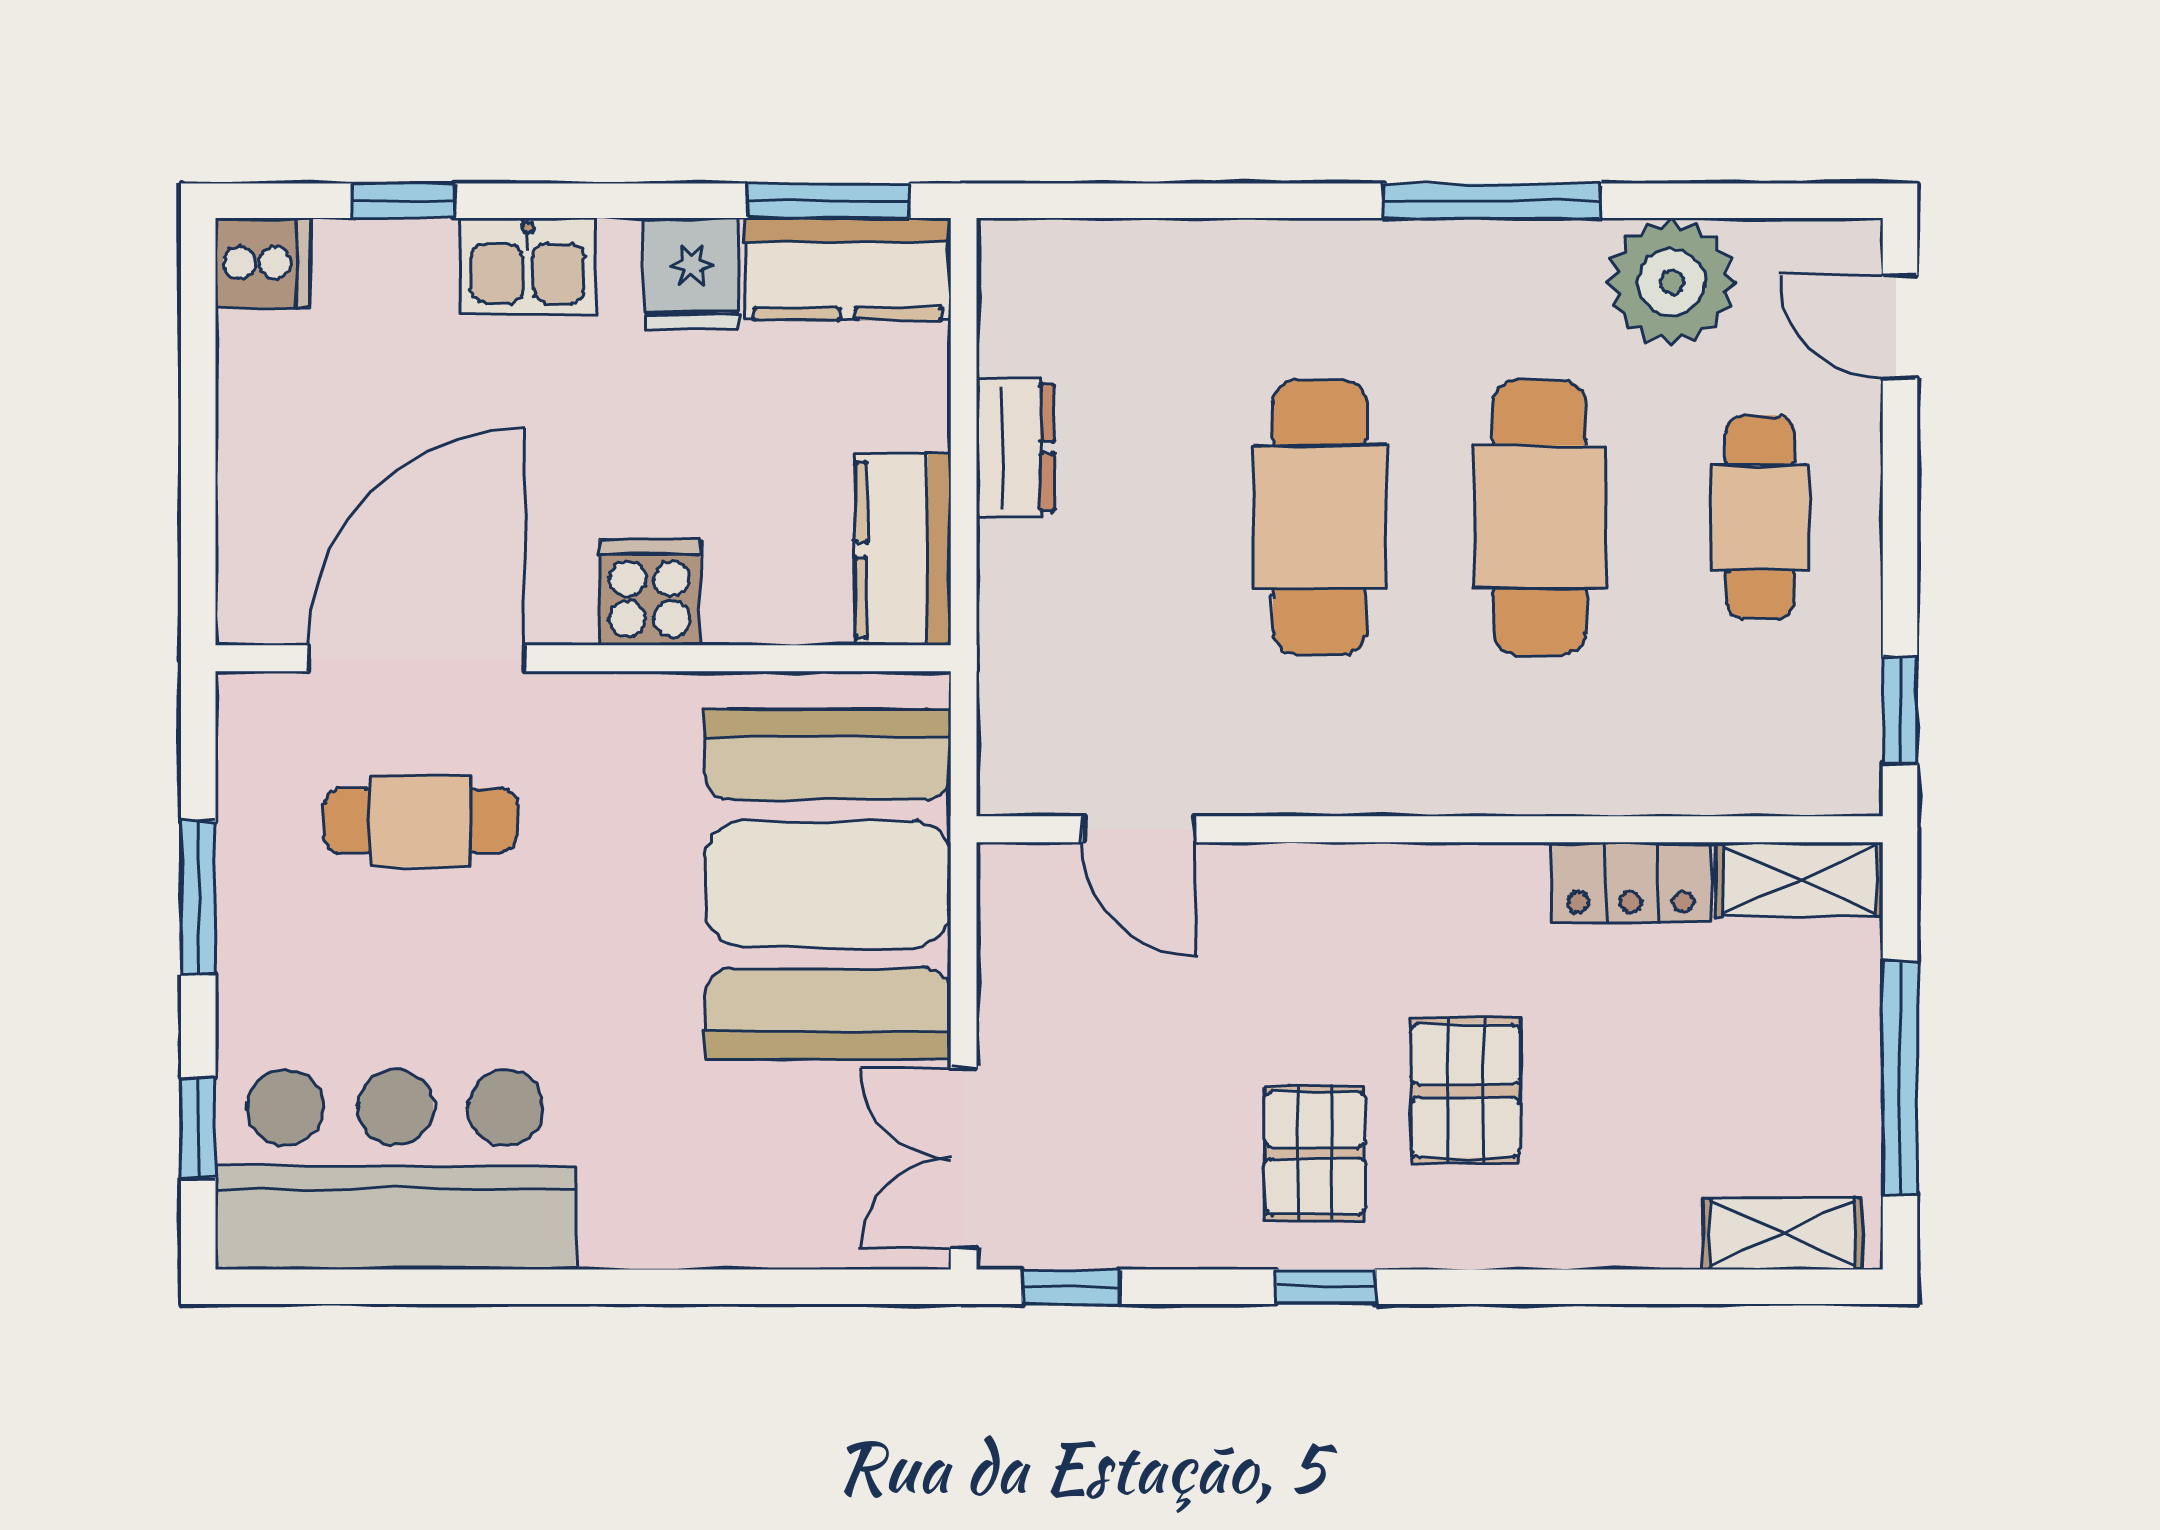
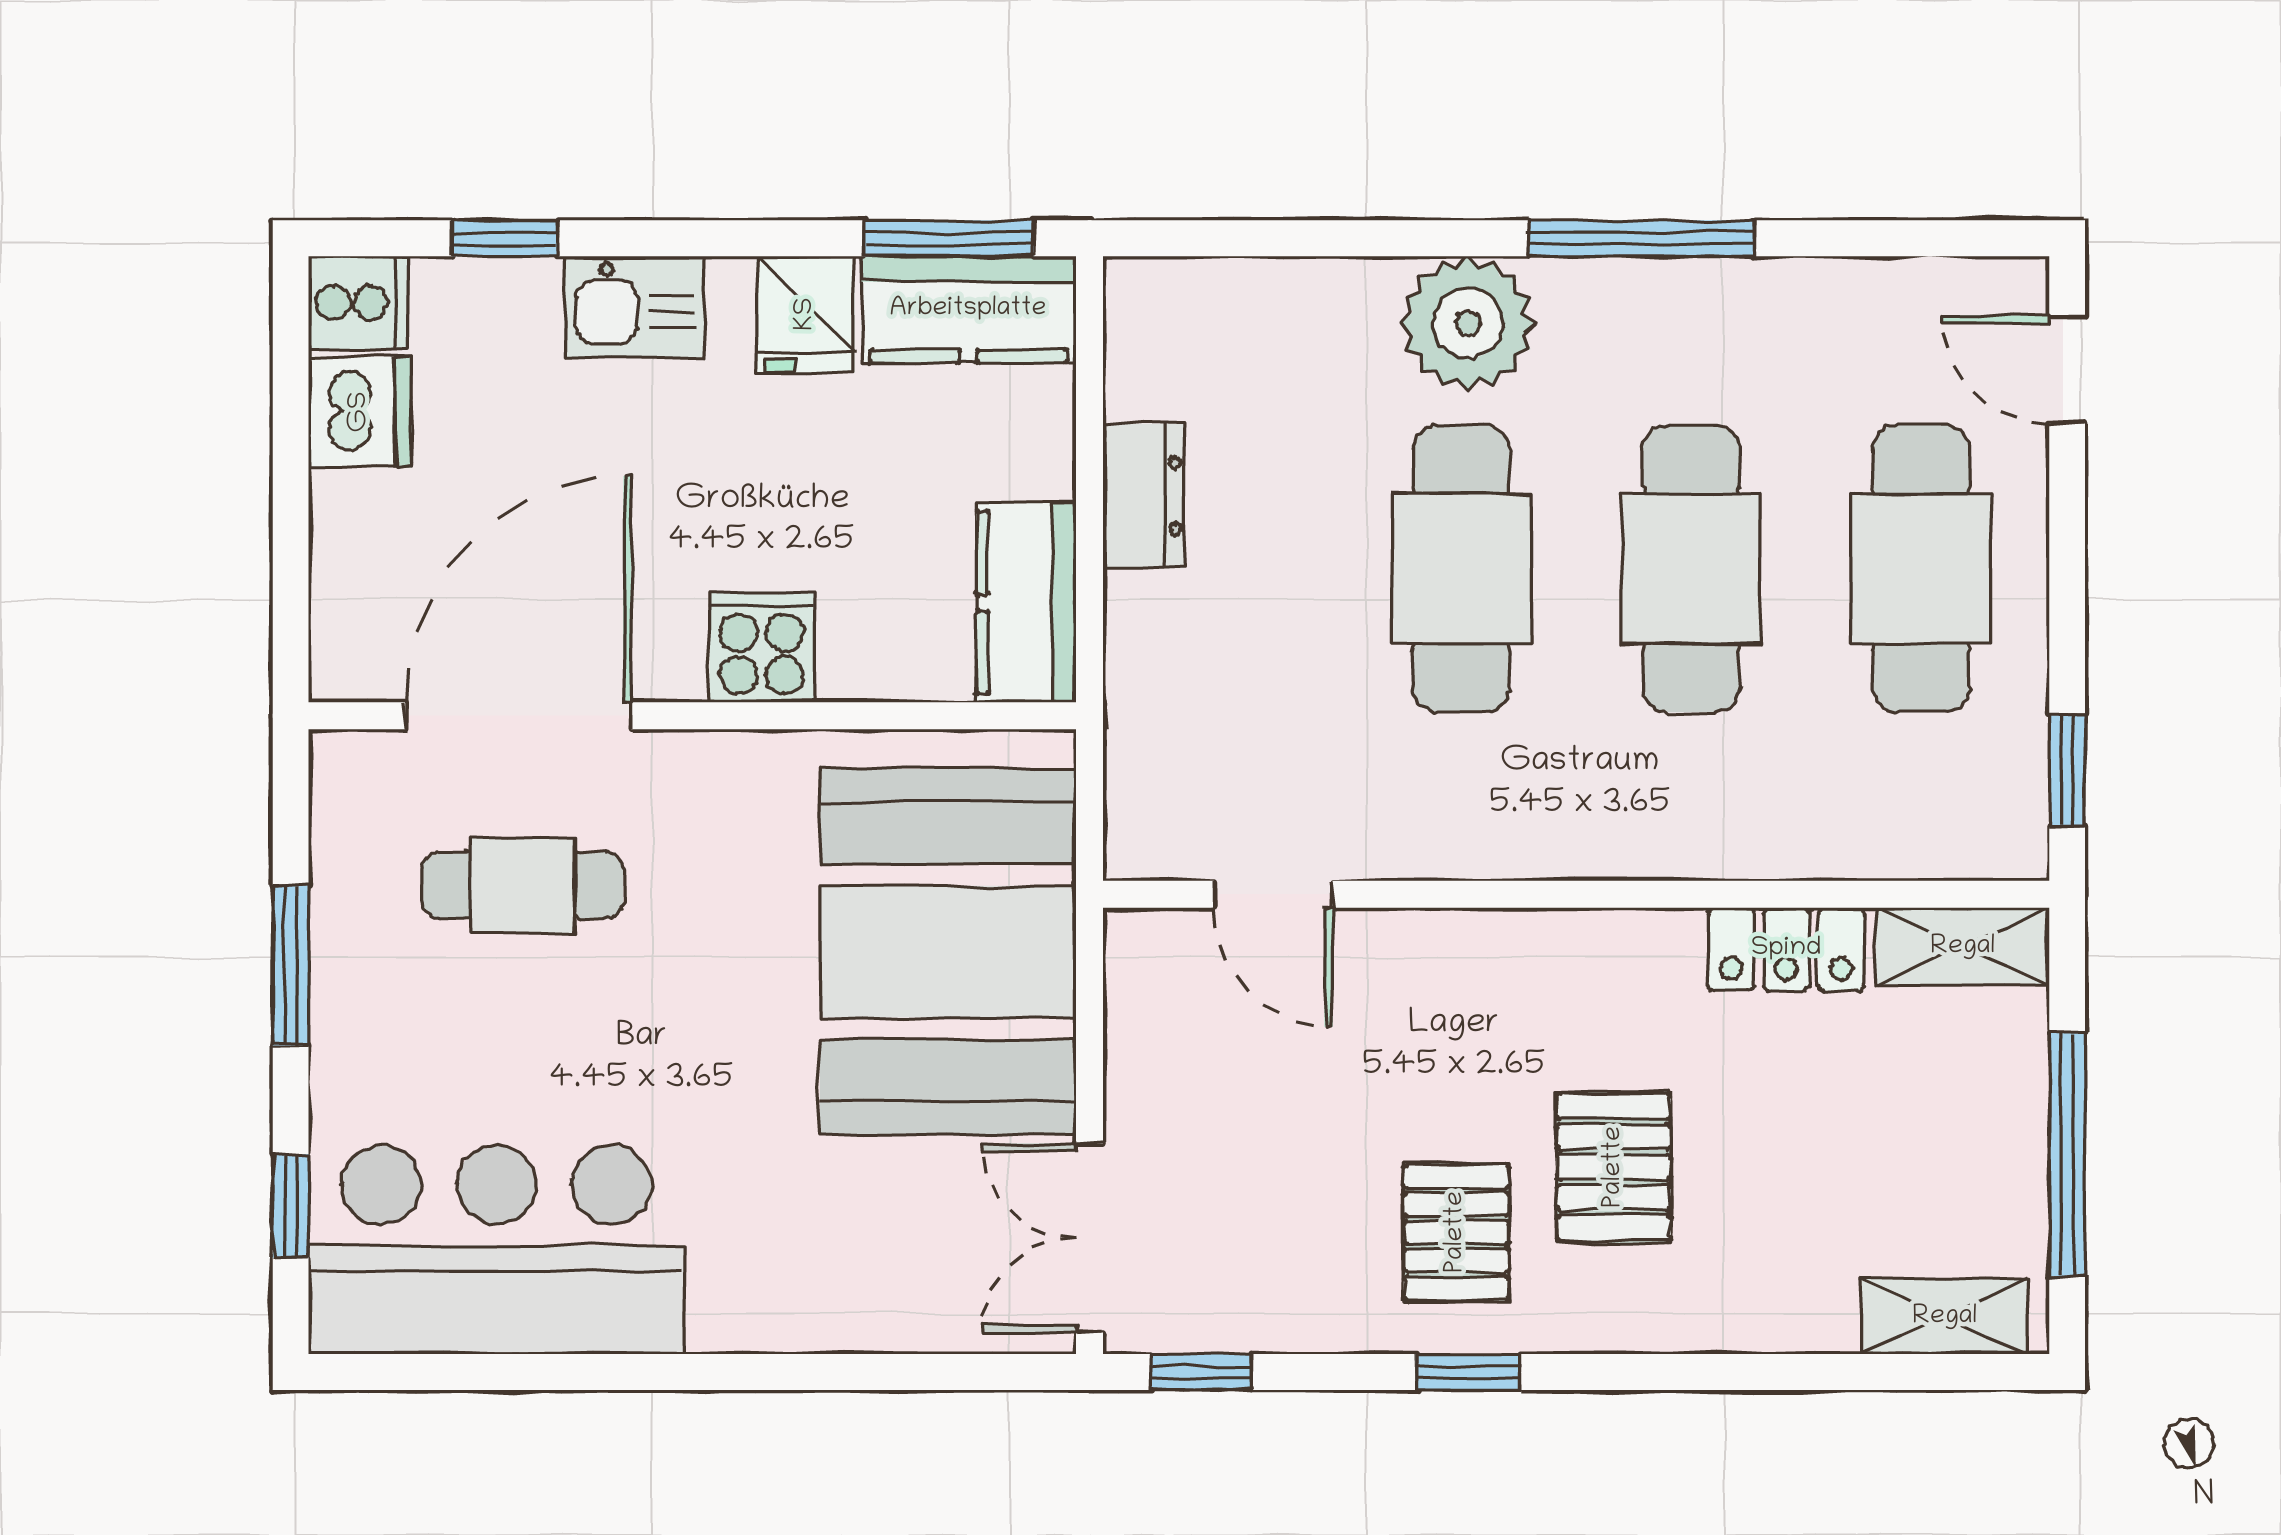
plant: (1671, 282) -> (1468, 323), moved
dishwasher: (265, 367) -> (360, 412), added
cafe table: (1760, 517) -> (1921, 568), width x1.37, depth x1.35

